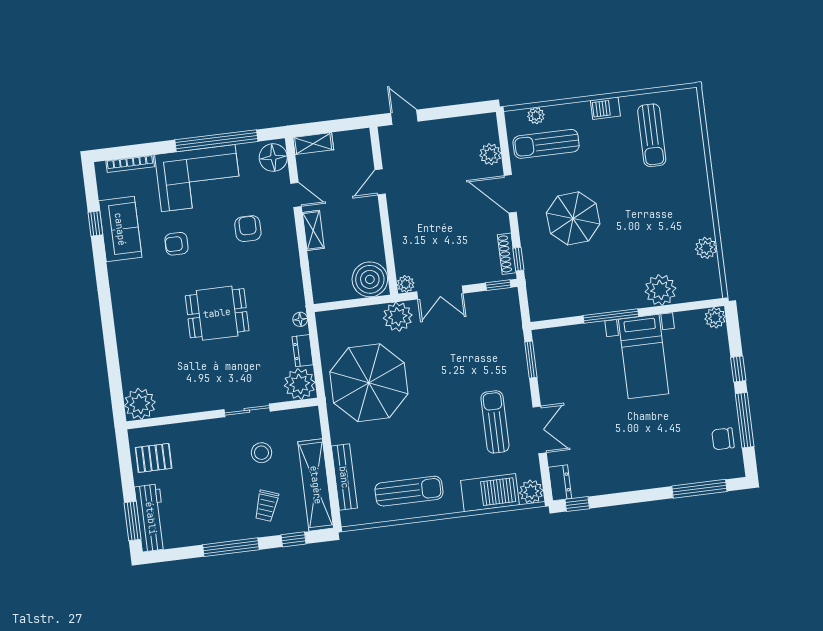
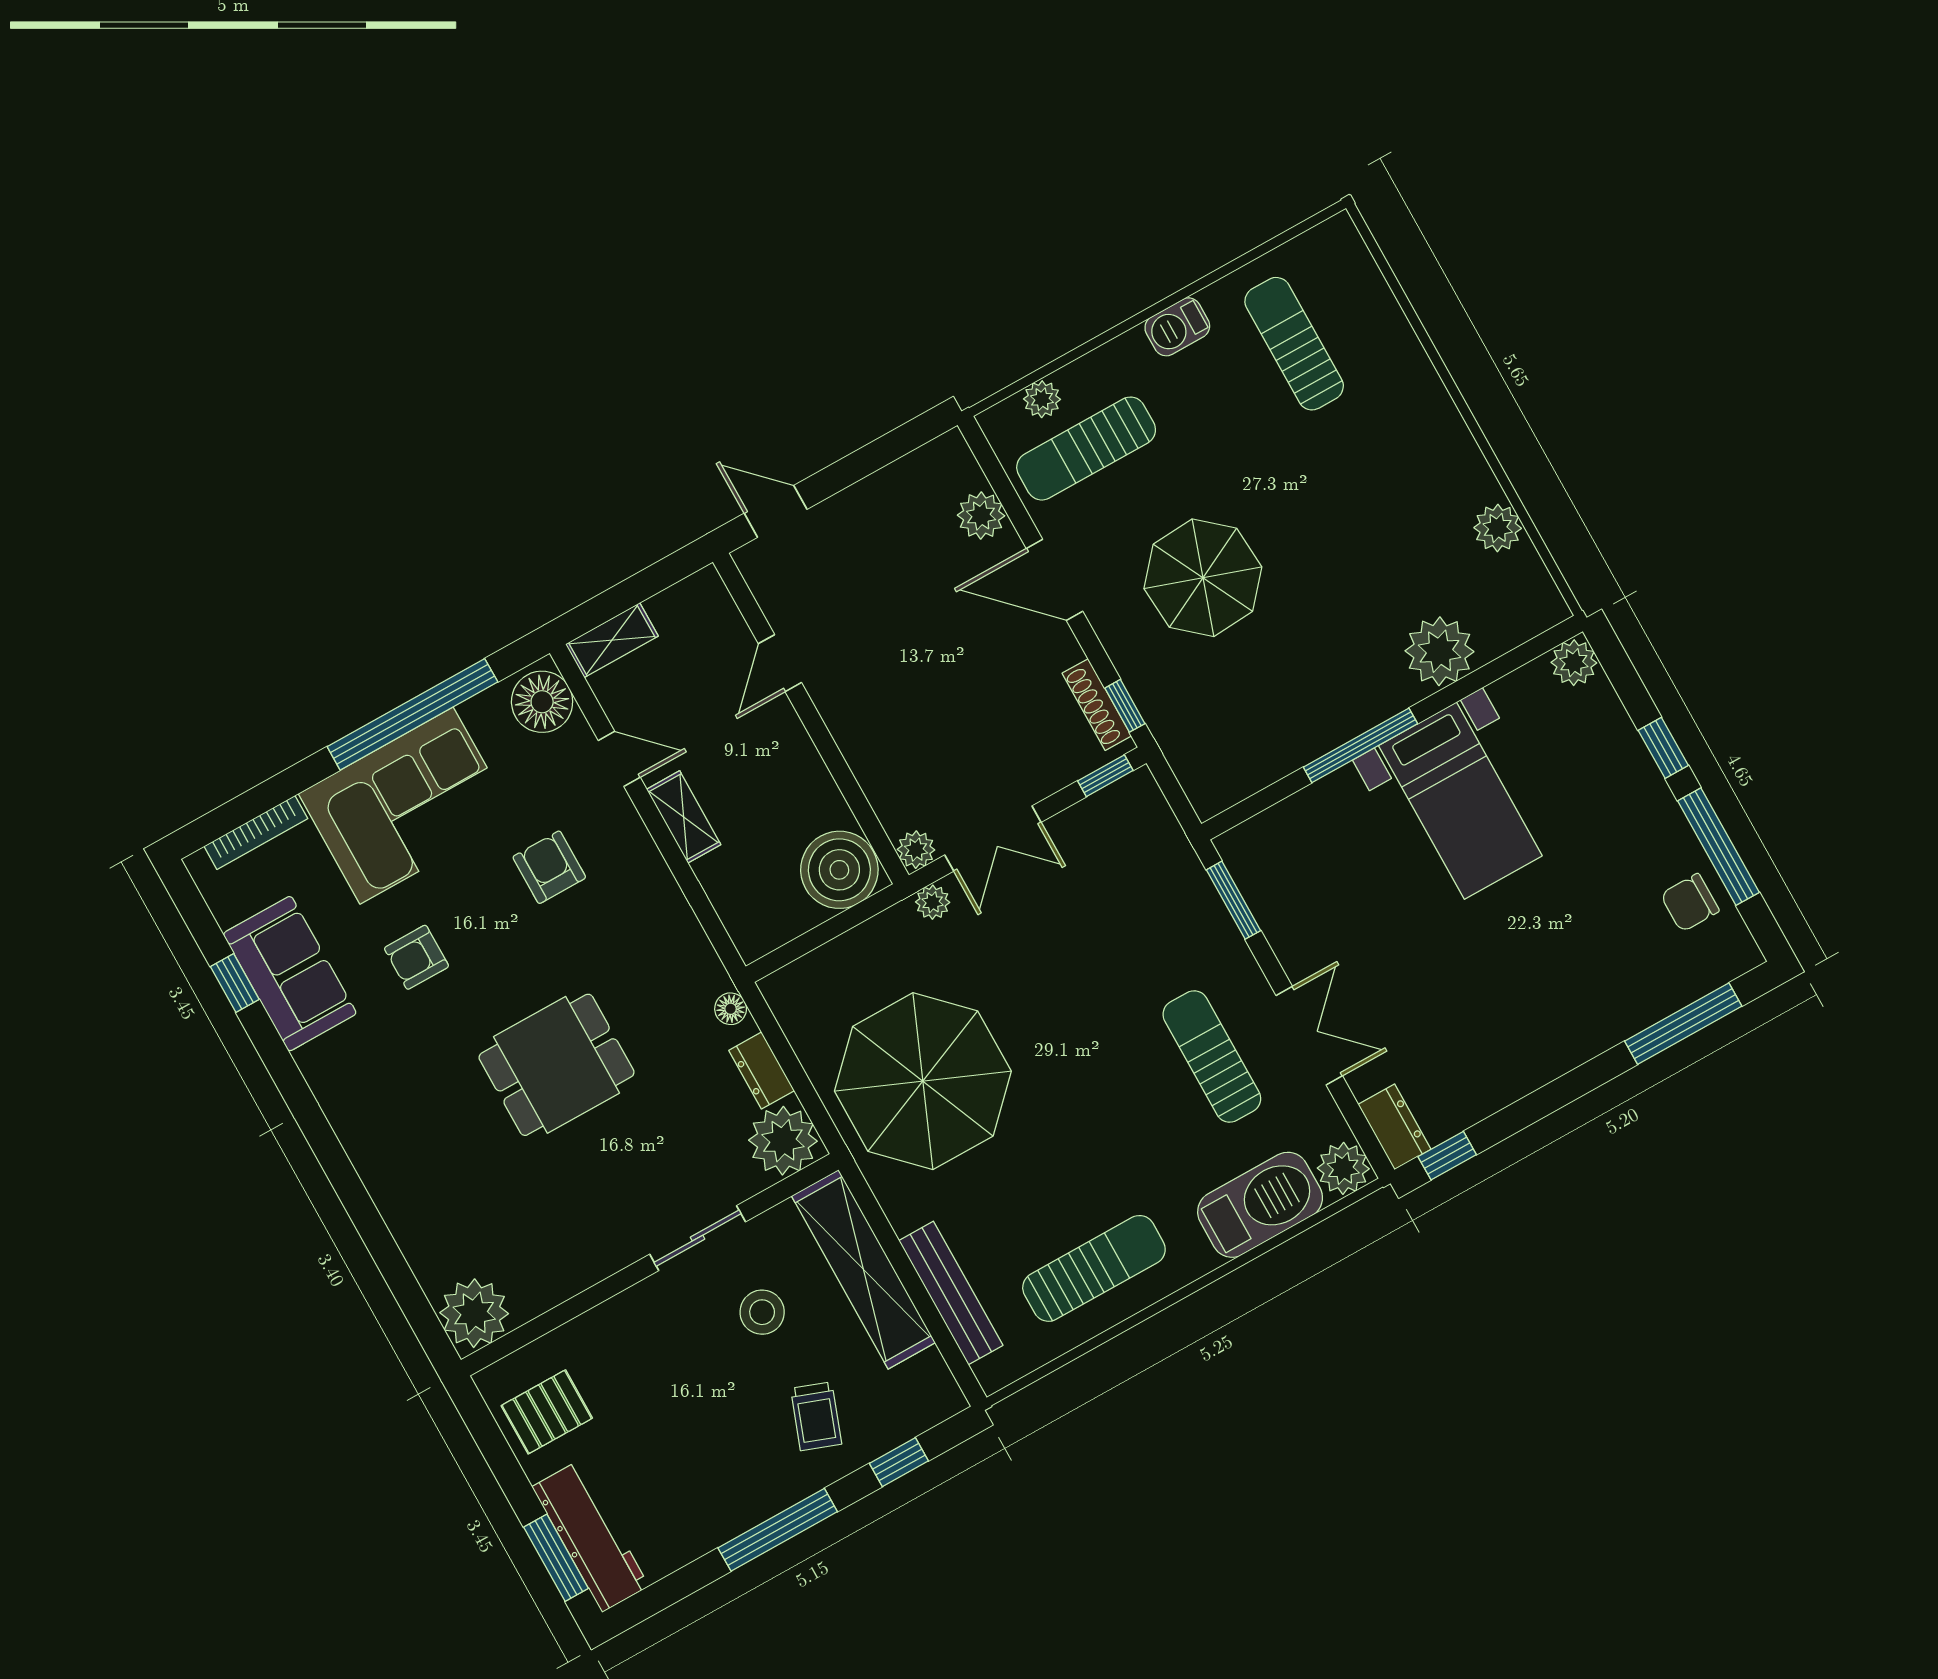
sun lounger: (652, 135) -> (1294, 344), turned 180
plant: (398, 317) -> (933, 902), width x0.53, depth x0.53
shelving: (316, 485) -> (863, 1269), moved

